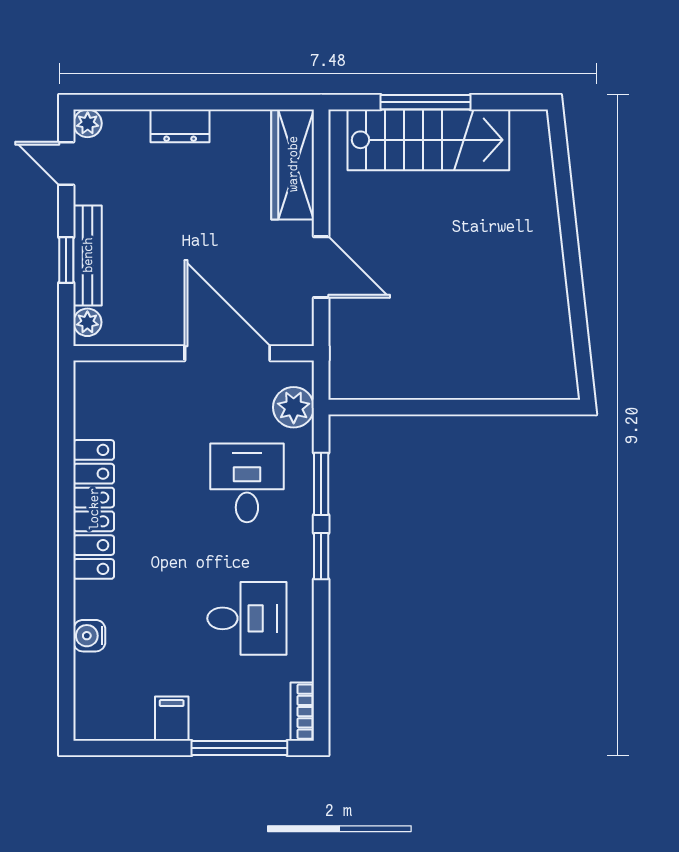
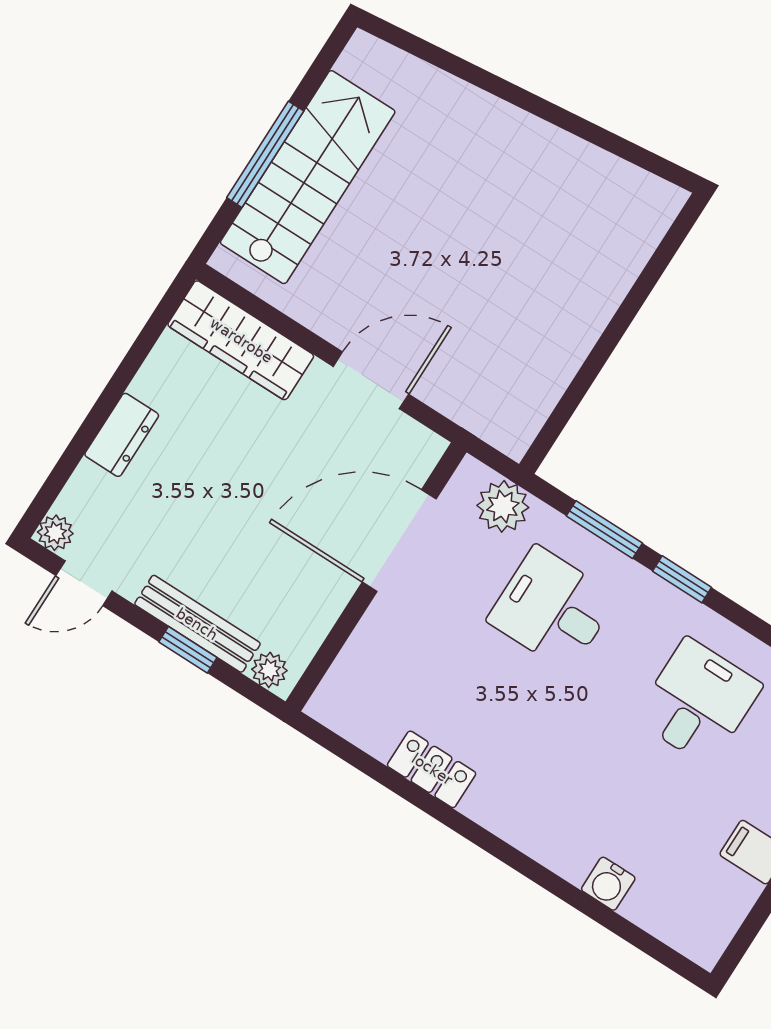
locker: (94, 509) -> (432, 769), width x0.46, depth x0.83

